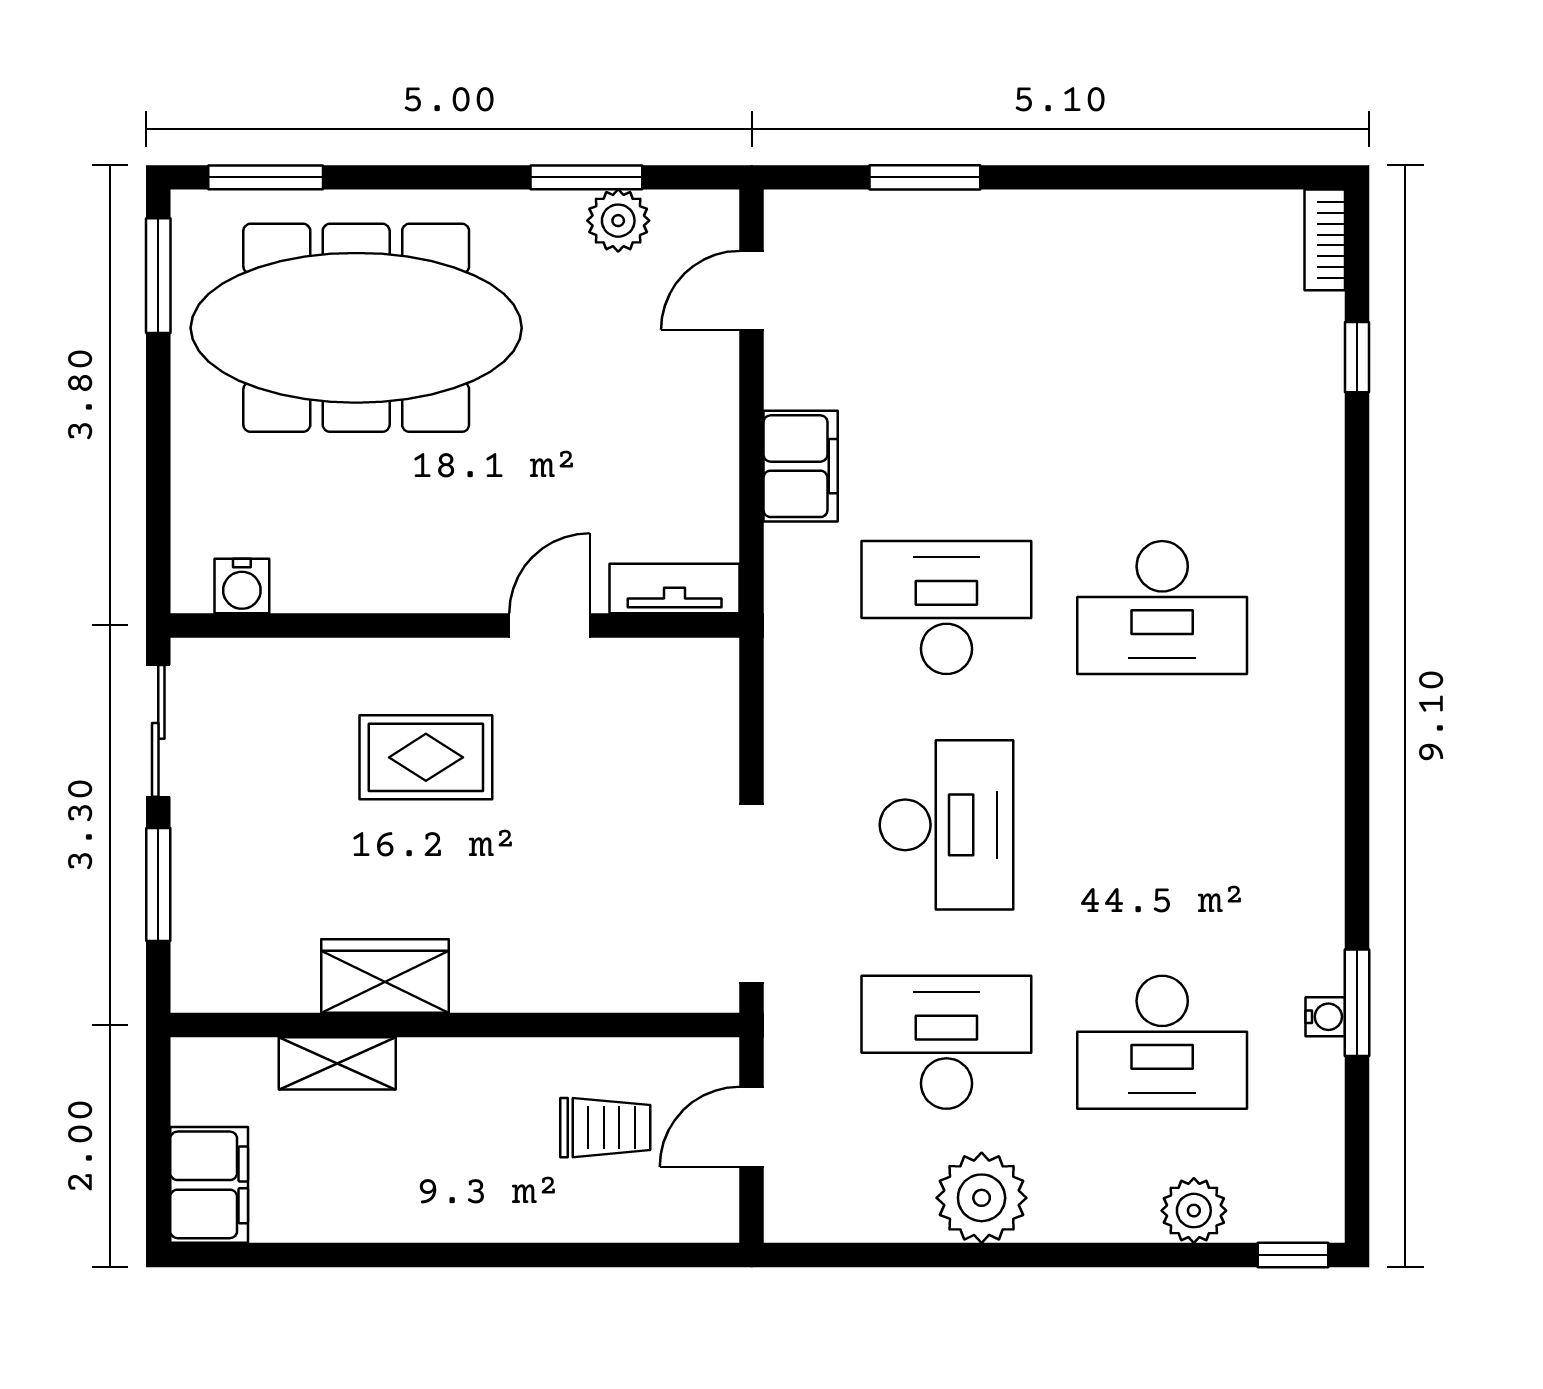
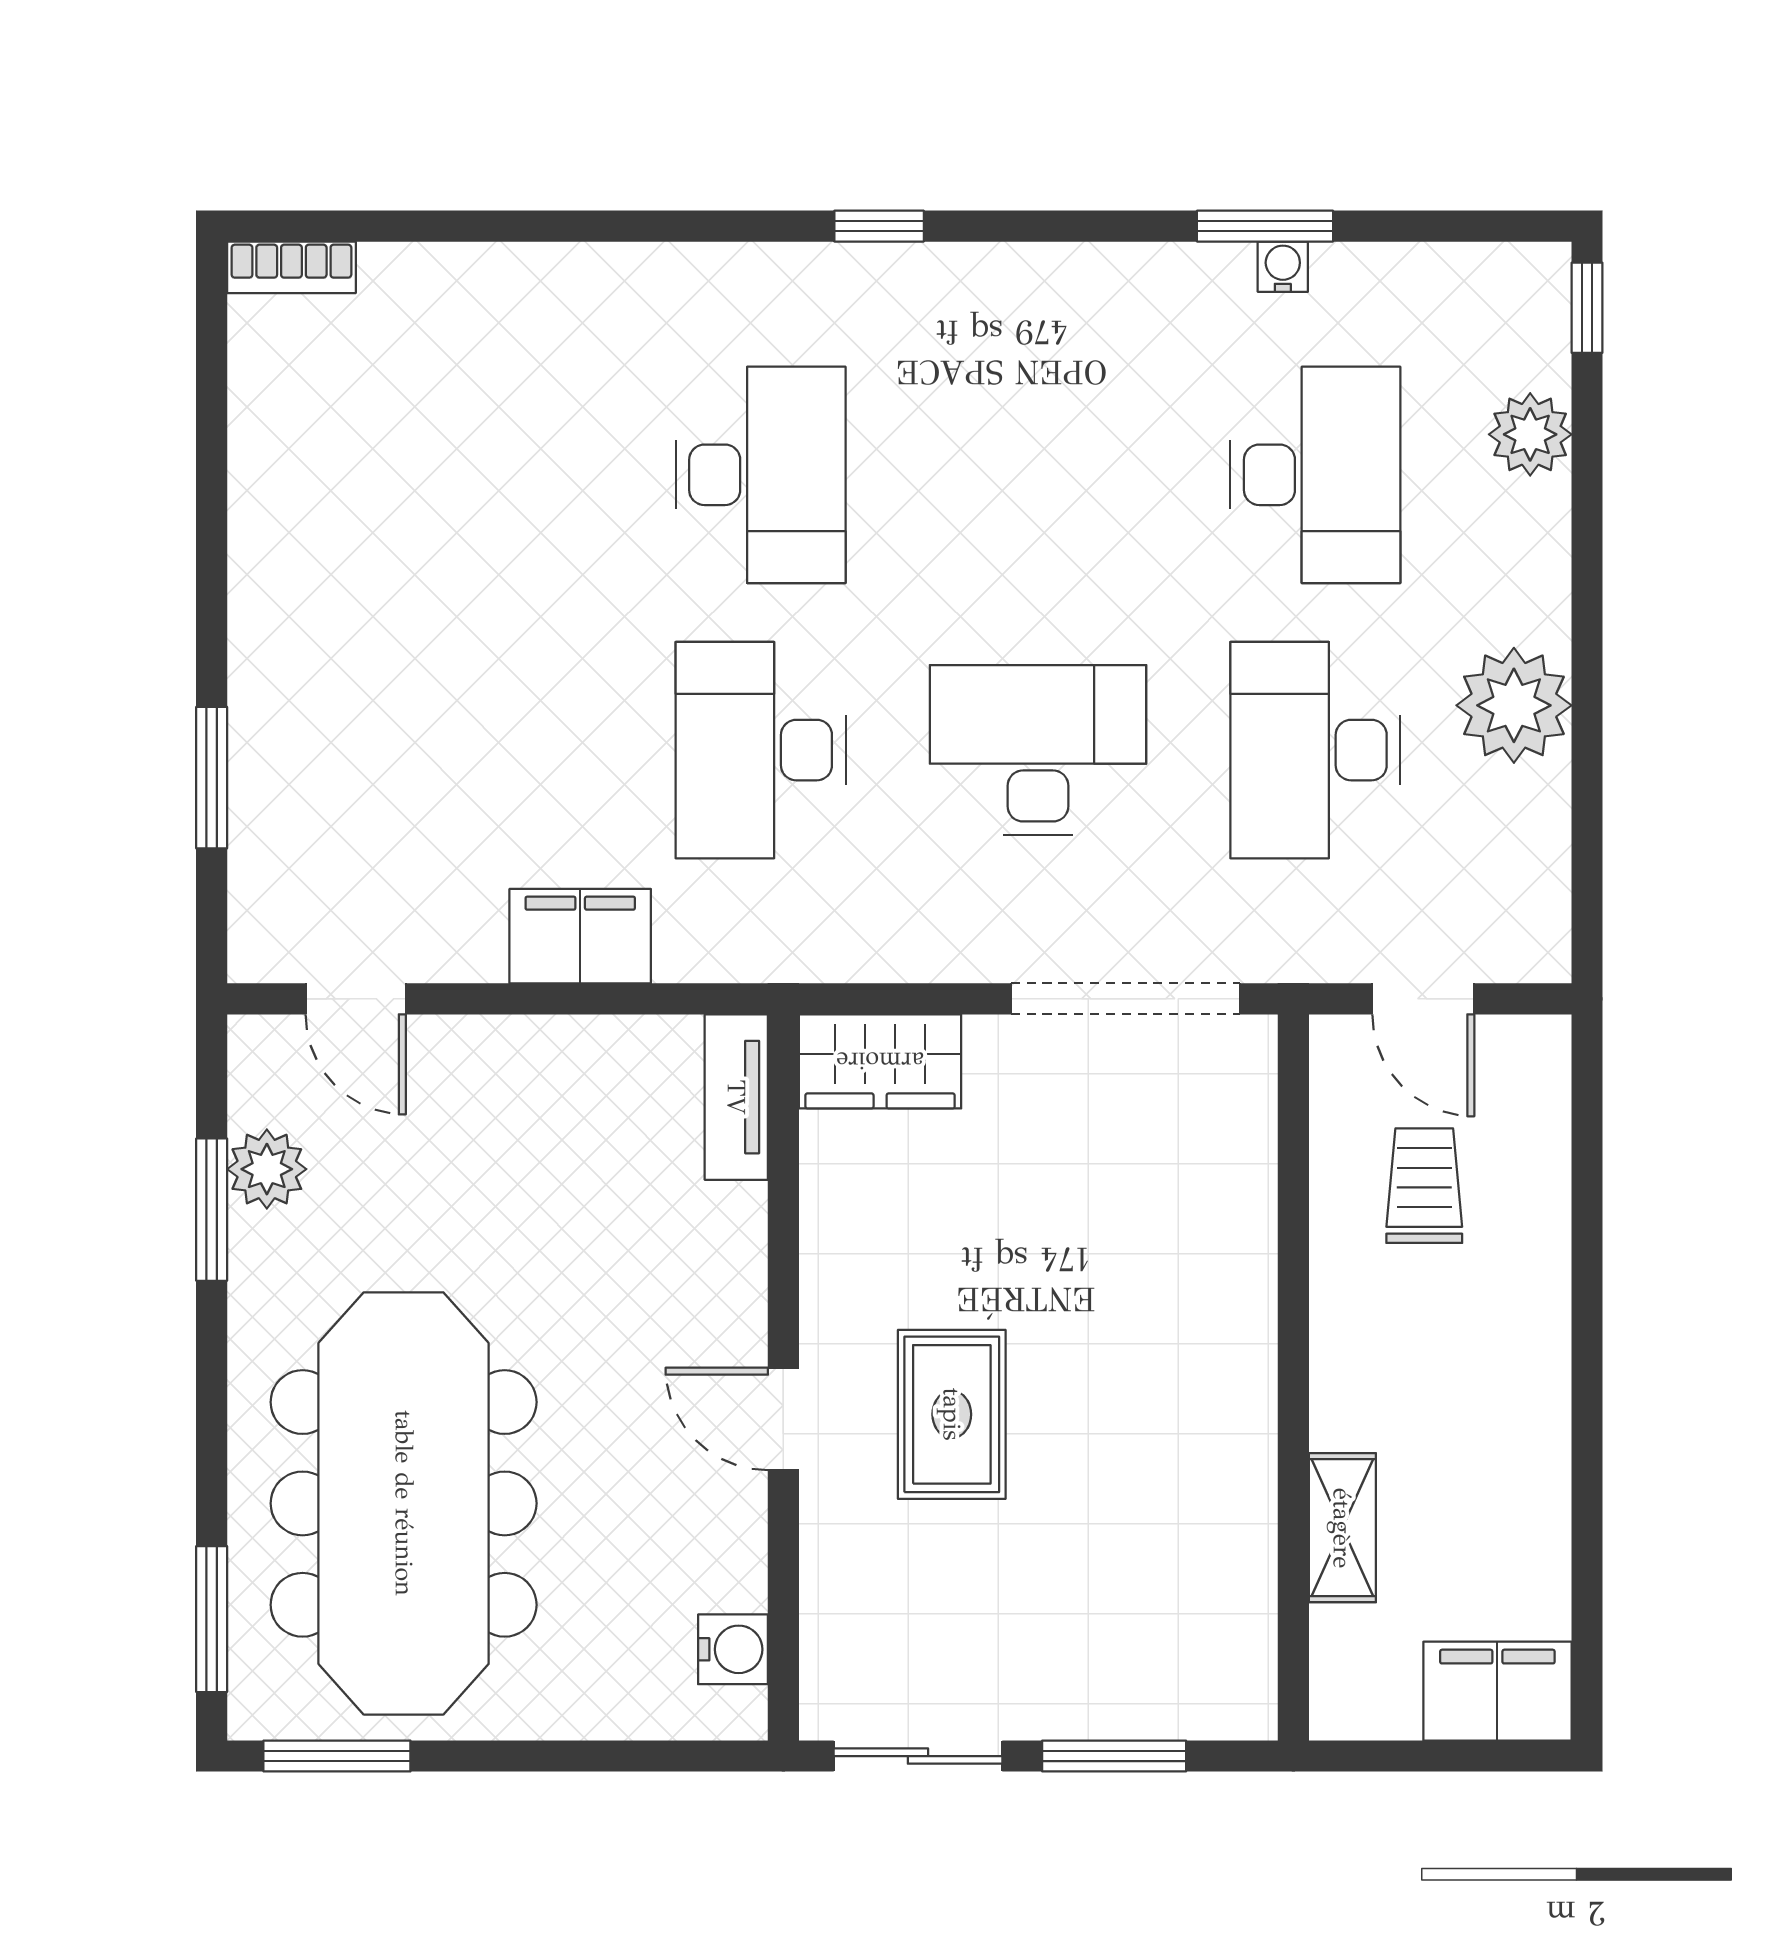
window: (1357, 357) -> (879, 226), moved
door: (550, 625) -> (783, 1419), moved
wardrobe: (385, 976) -> (880, 1061), moved, turned -90

